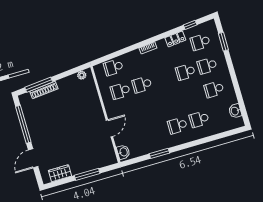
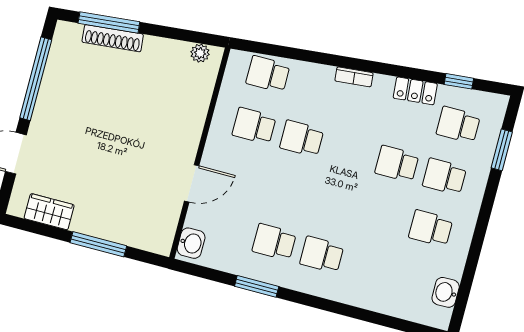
school desk: (199, 119) -> (274, 242), moved

